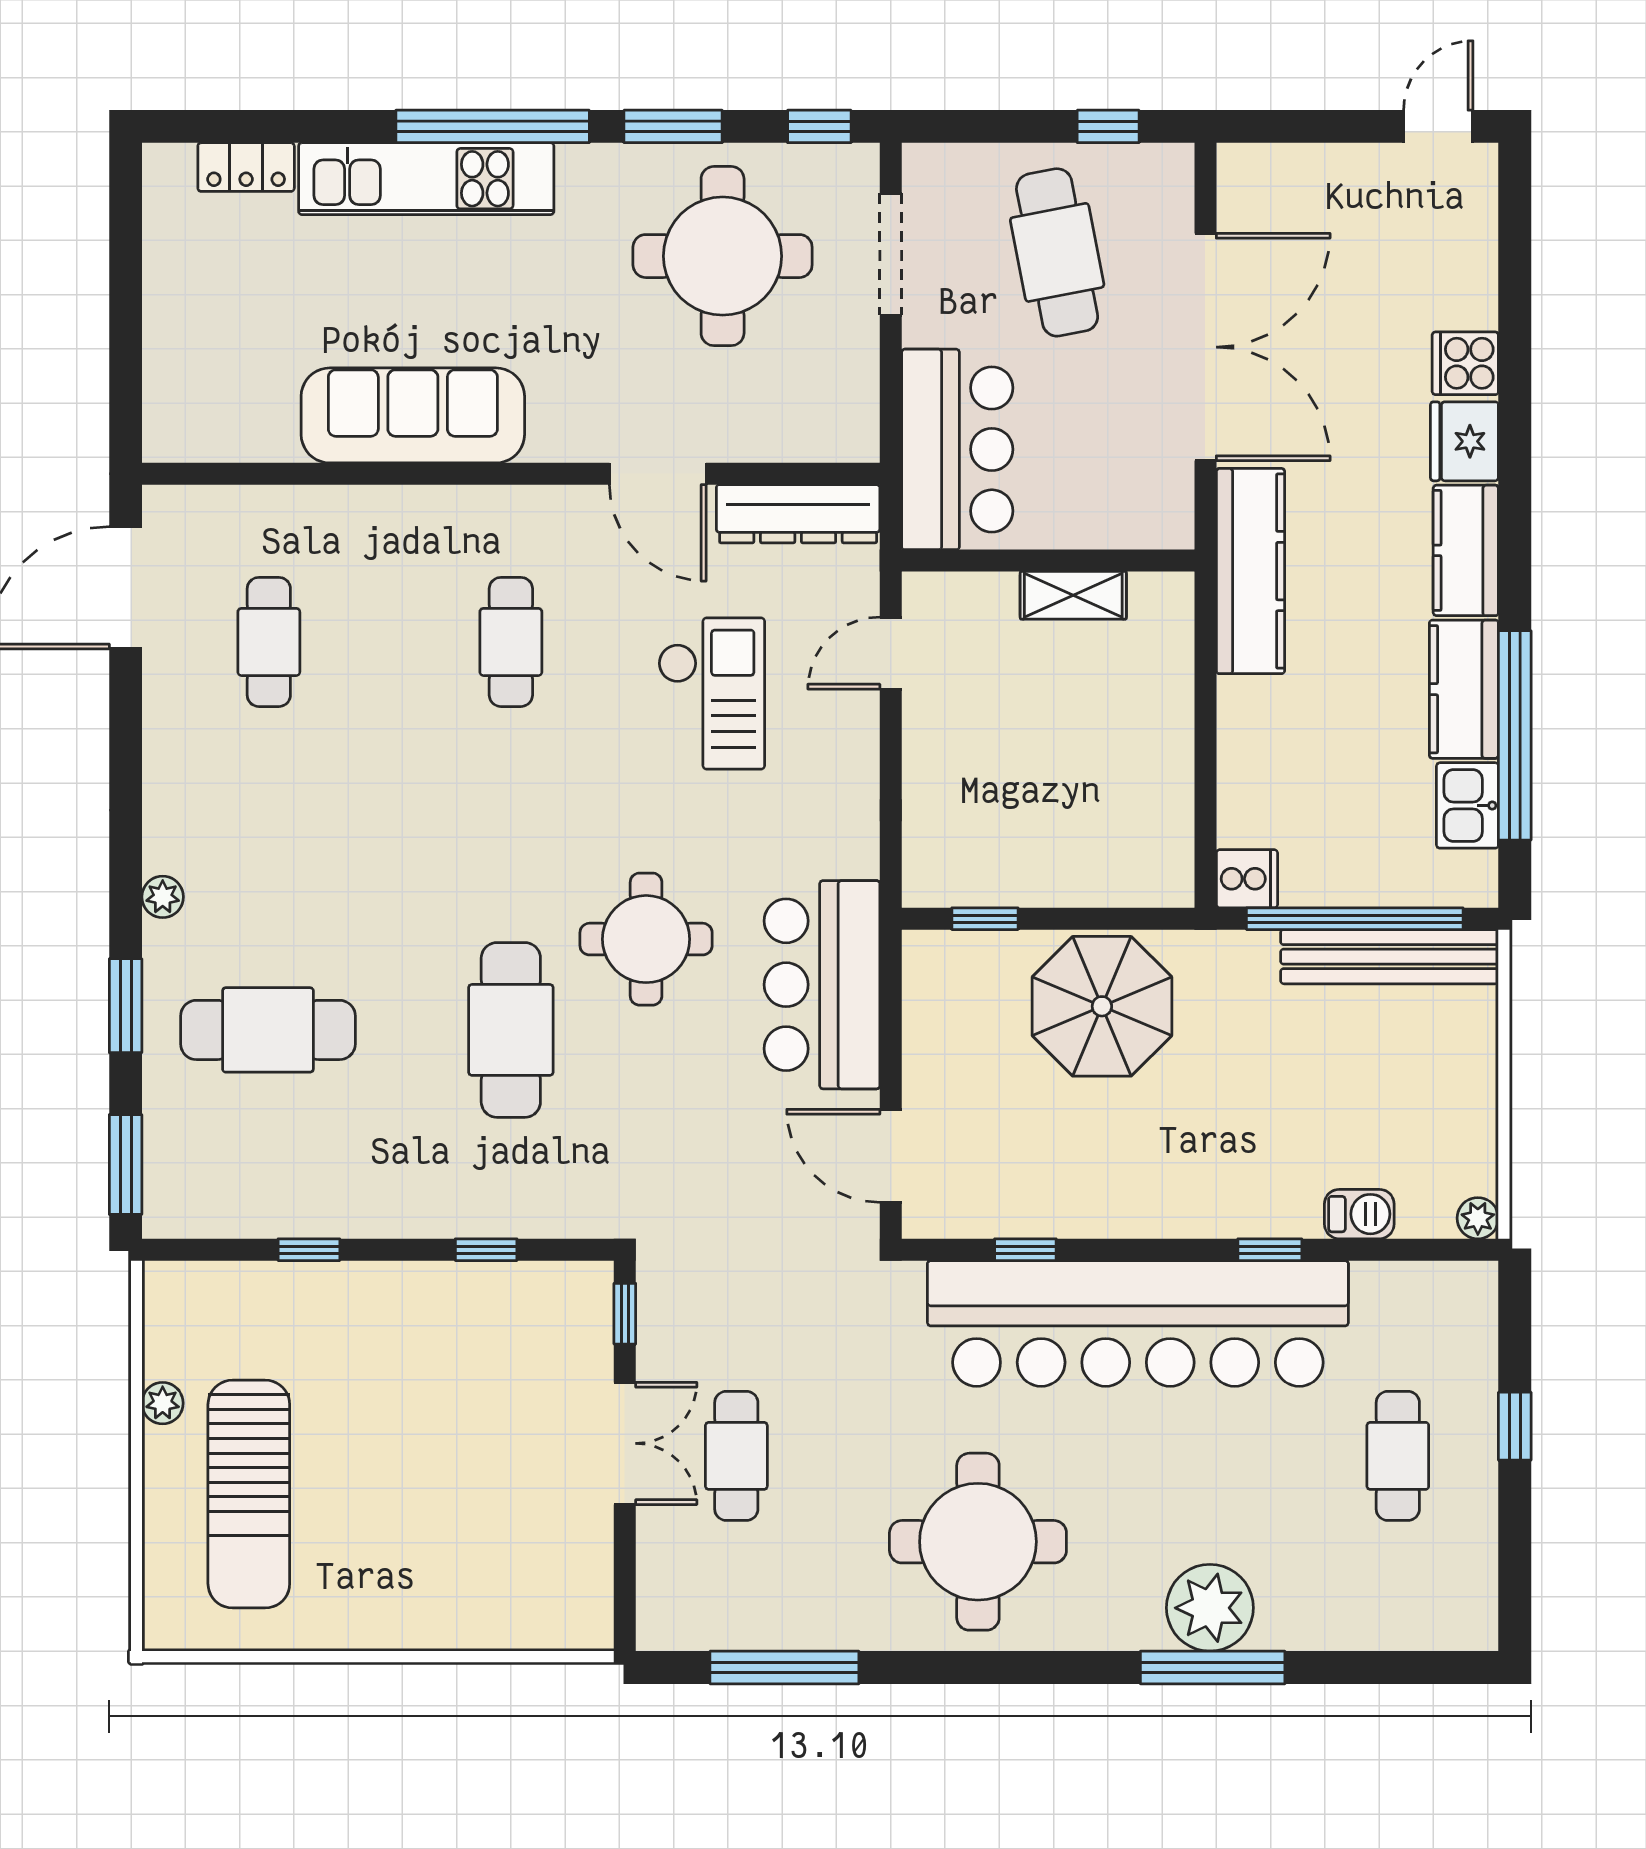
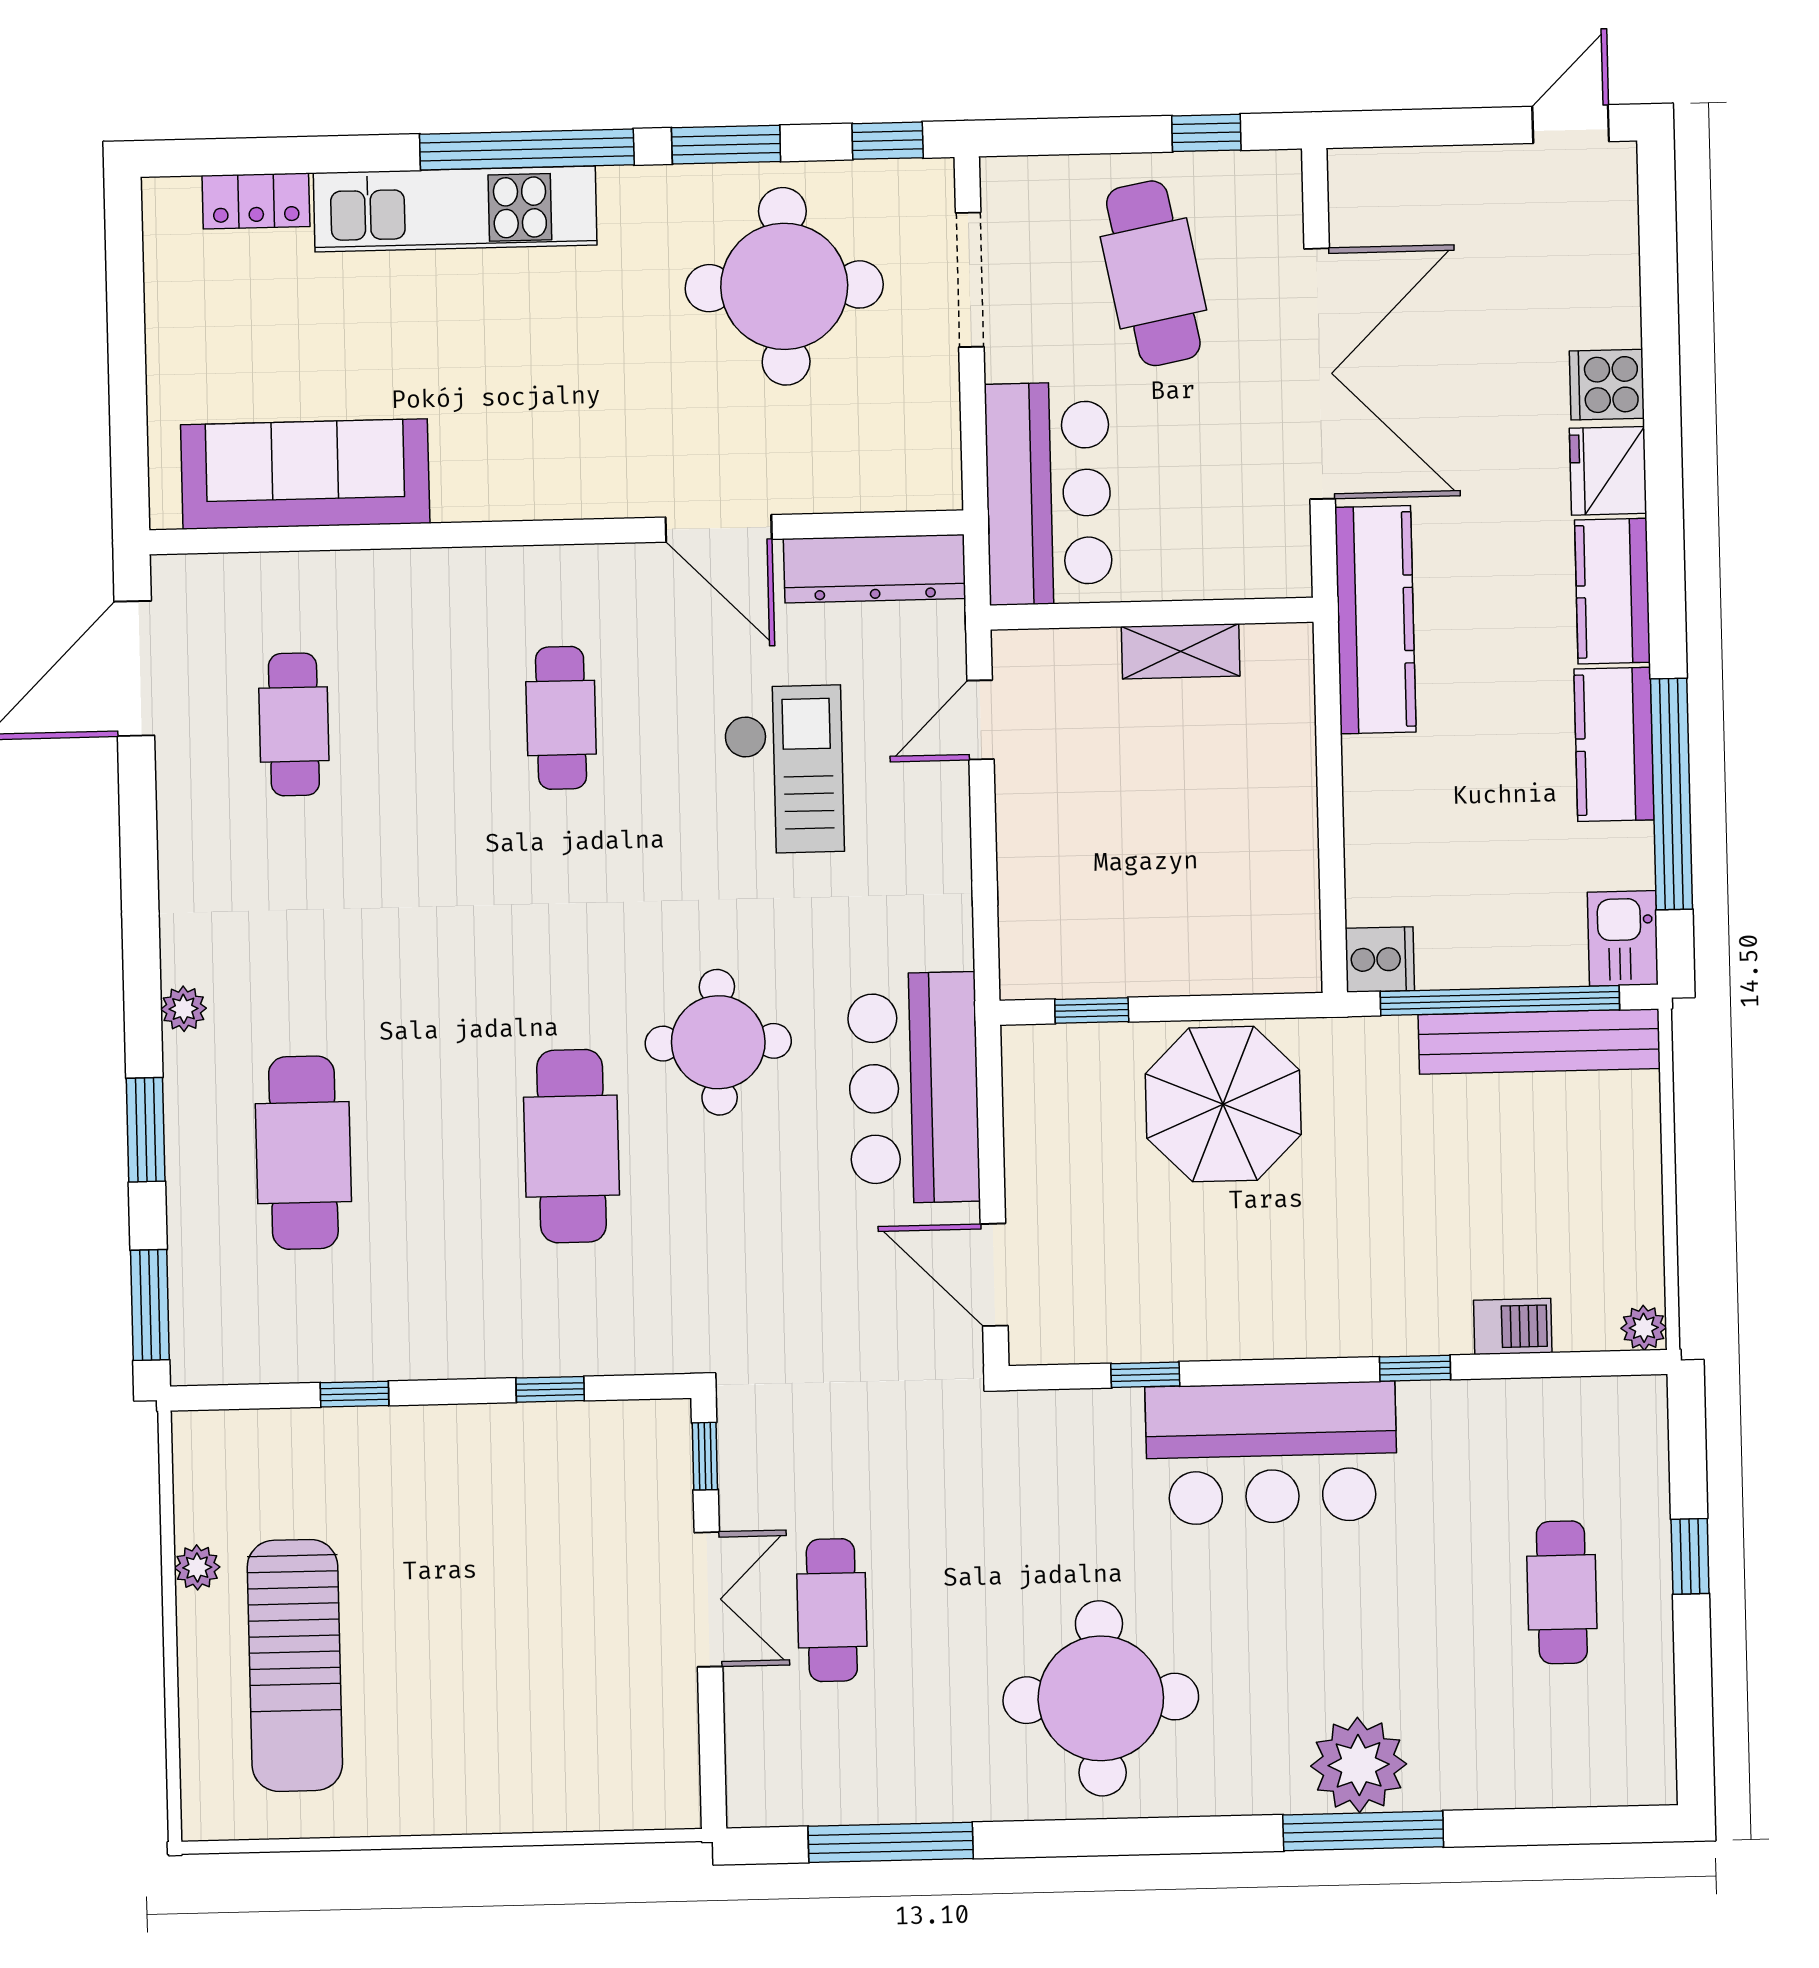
sofa: (413, 415) -> (305, 474), moved
kitchen sink: (1467, 805) -> (1623, 938), moved
cafe table: (268, 1030) -> (303, 1153), turned 90
bar counter: (1138, 1323) -> (1271, 1453), width x0.54

